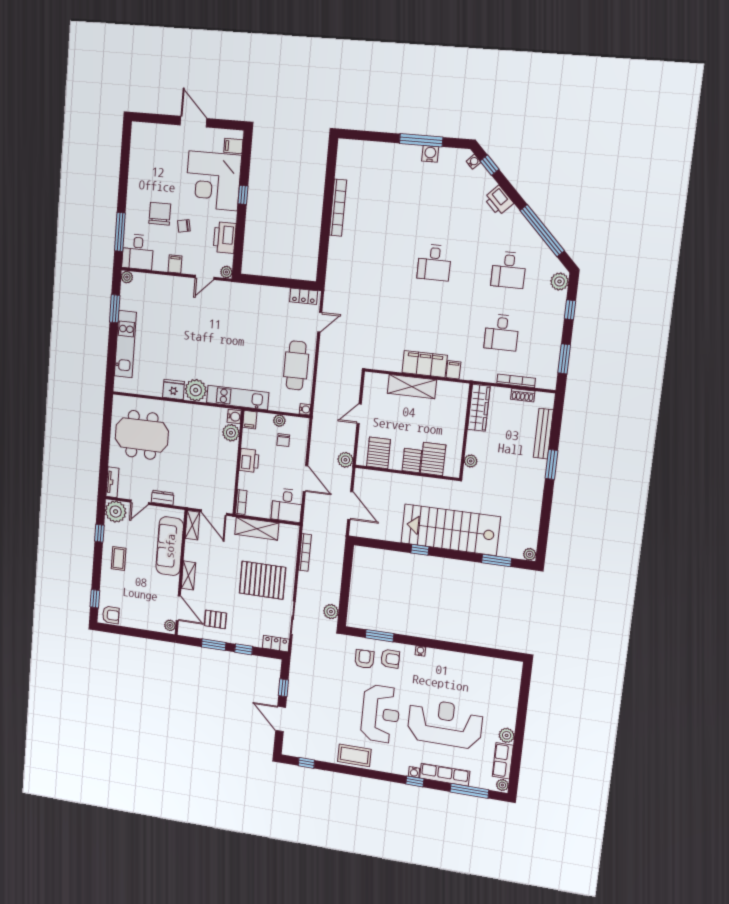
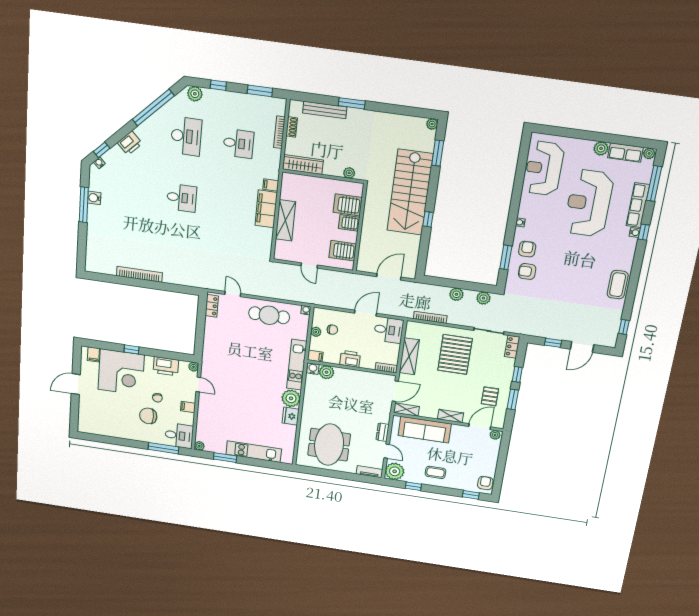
desk: (509, 270) -> (186, 136), width x1.37
plant: (345, 460) -> (456, 294), moved
reception desk: (380, 714) -> (544, 168), moved, turned -90

